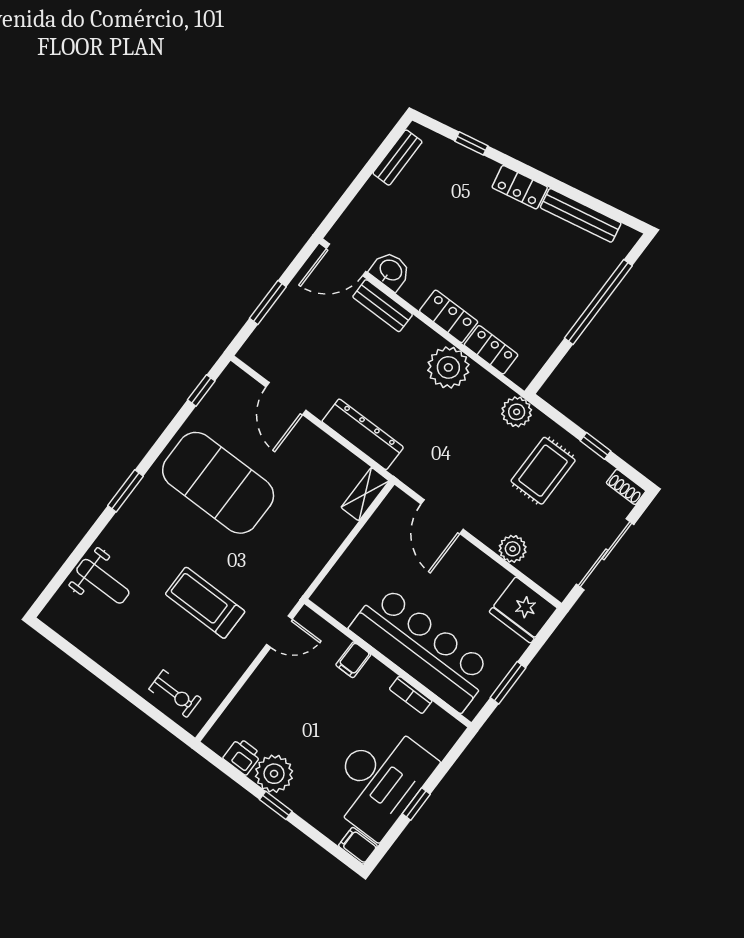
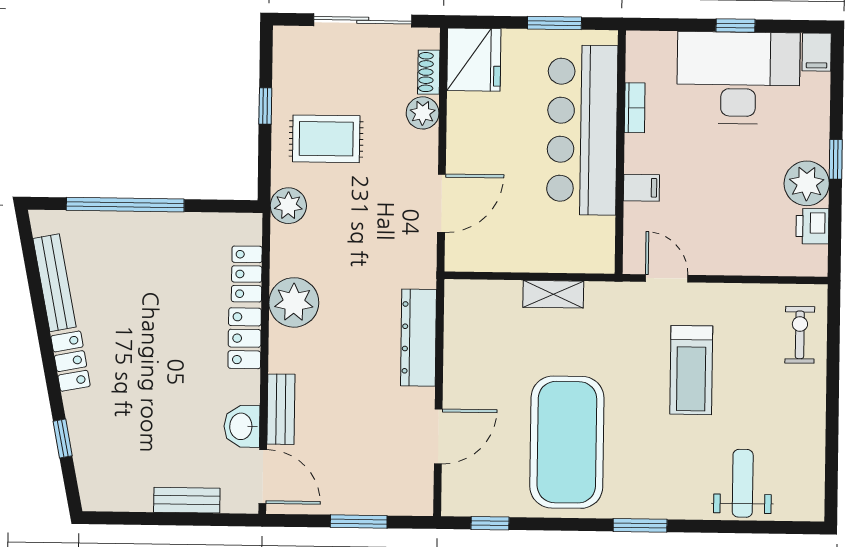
bench: (397, 158) -> (187, 500), moved
shoe rack: (626, 487) -> (429, 72), moved, turned 180
shelving: (365, 494) -> (553, 294), moved

